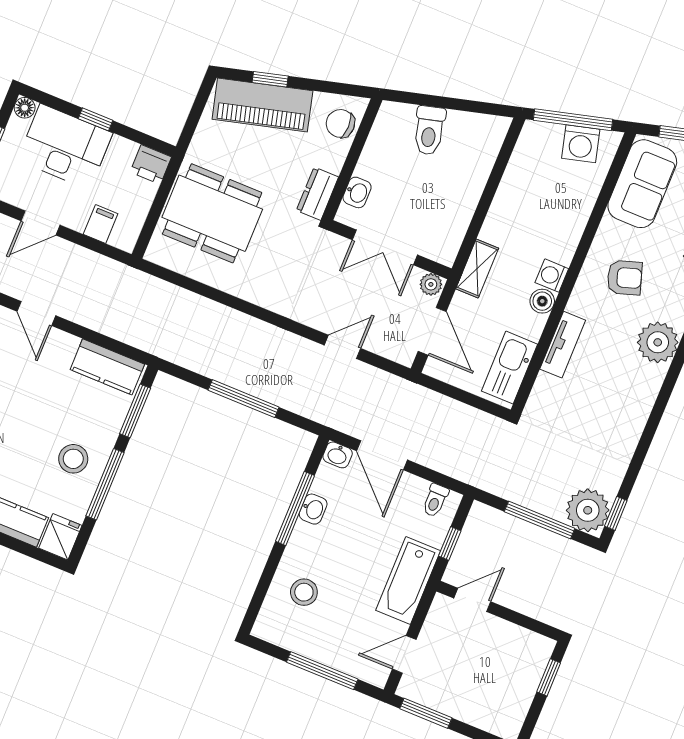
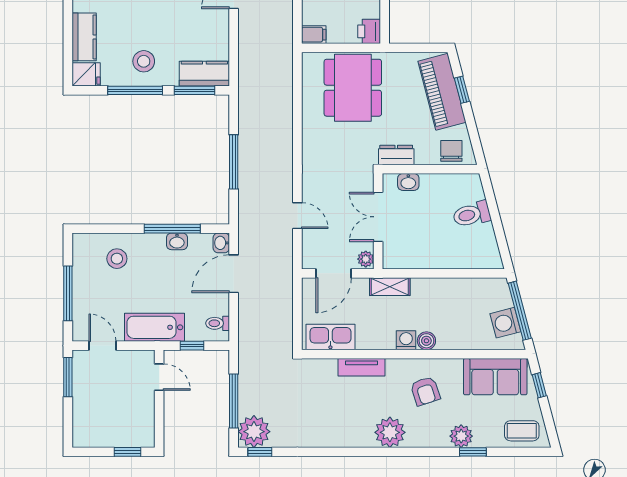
filing cabinet: (101, 224) -> (314, 35), moved
boiler: (542, 301) -> (426, 341), moved
kitchen counter: (107, 367) -> (204, 74), moved, turned 90

